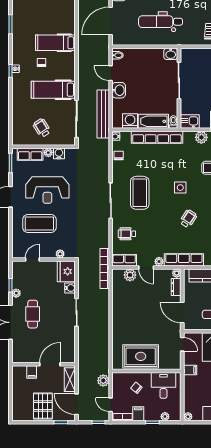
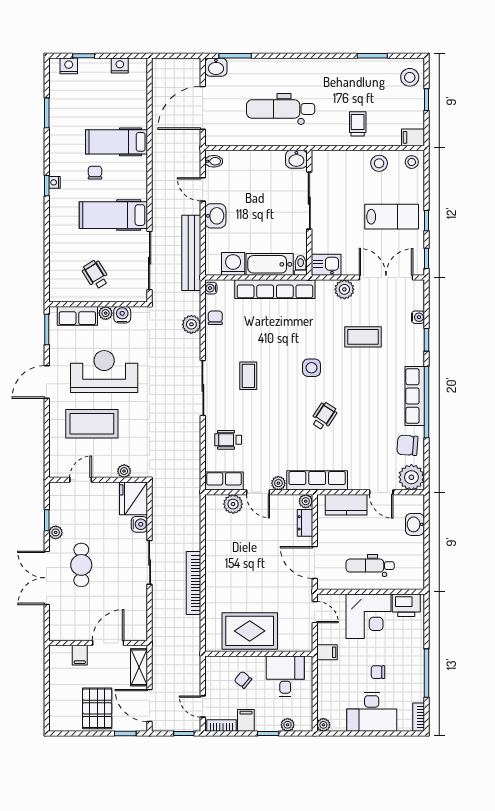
reception desk: (47, 190) -> (104, 372), turned 180
coffee table: (140, 193) -> (248, 376), width x0.54, depth x0.58
bookcase: (105, 269) -> (194, 583), moved
plant: (103, 381) -> (191, 324), moved

